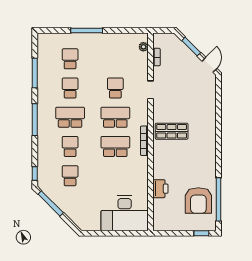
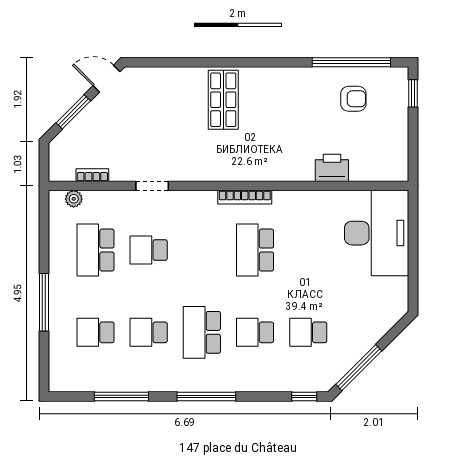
school desk: (115, 117) -> (95, 250), moved
shop shelf: (172, 131) -> (223, 100), moved
armchair: (198, 200) -> (353, 99), width x0.53, depth x0.53

